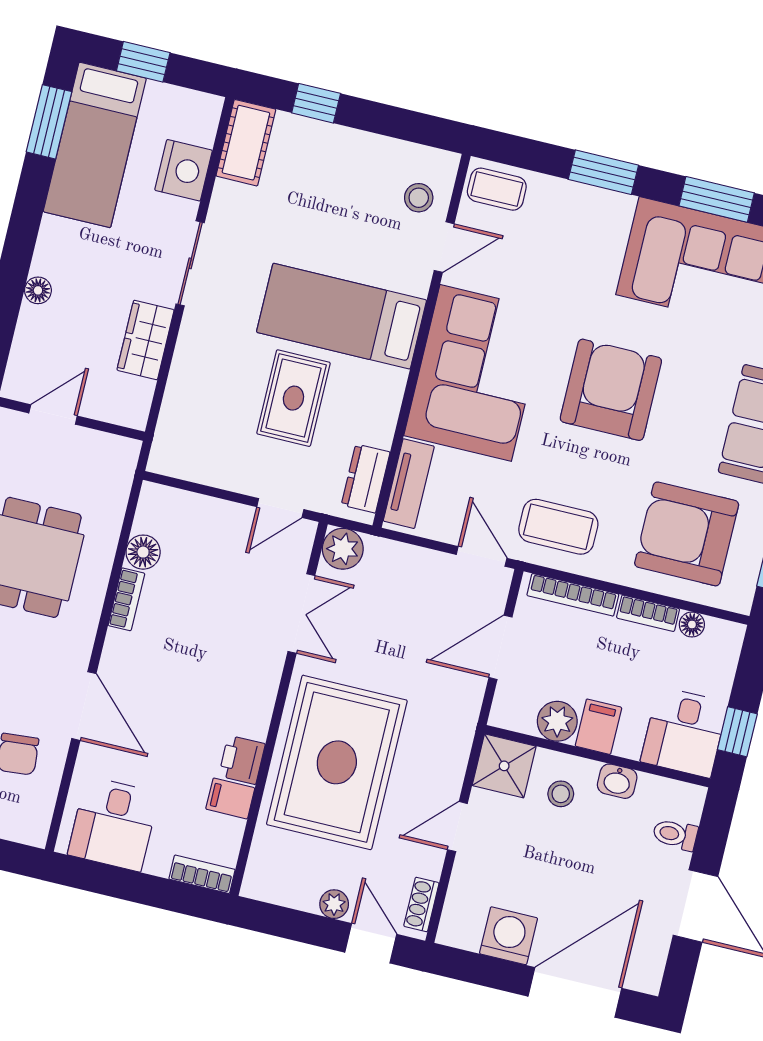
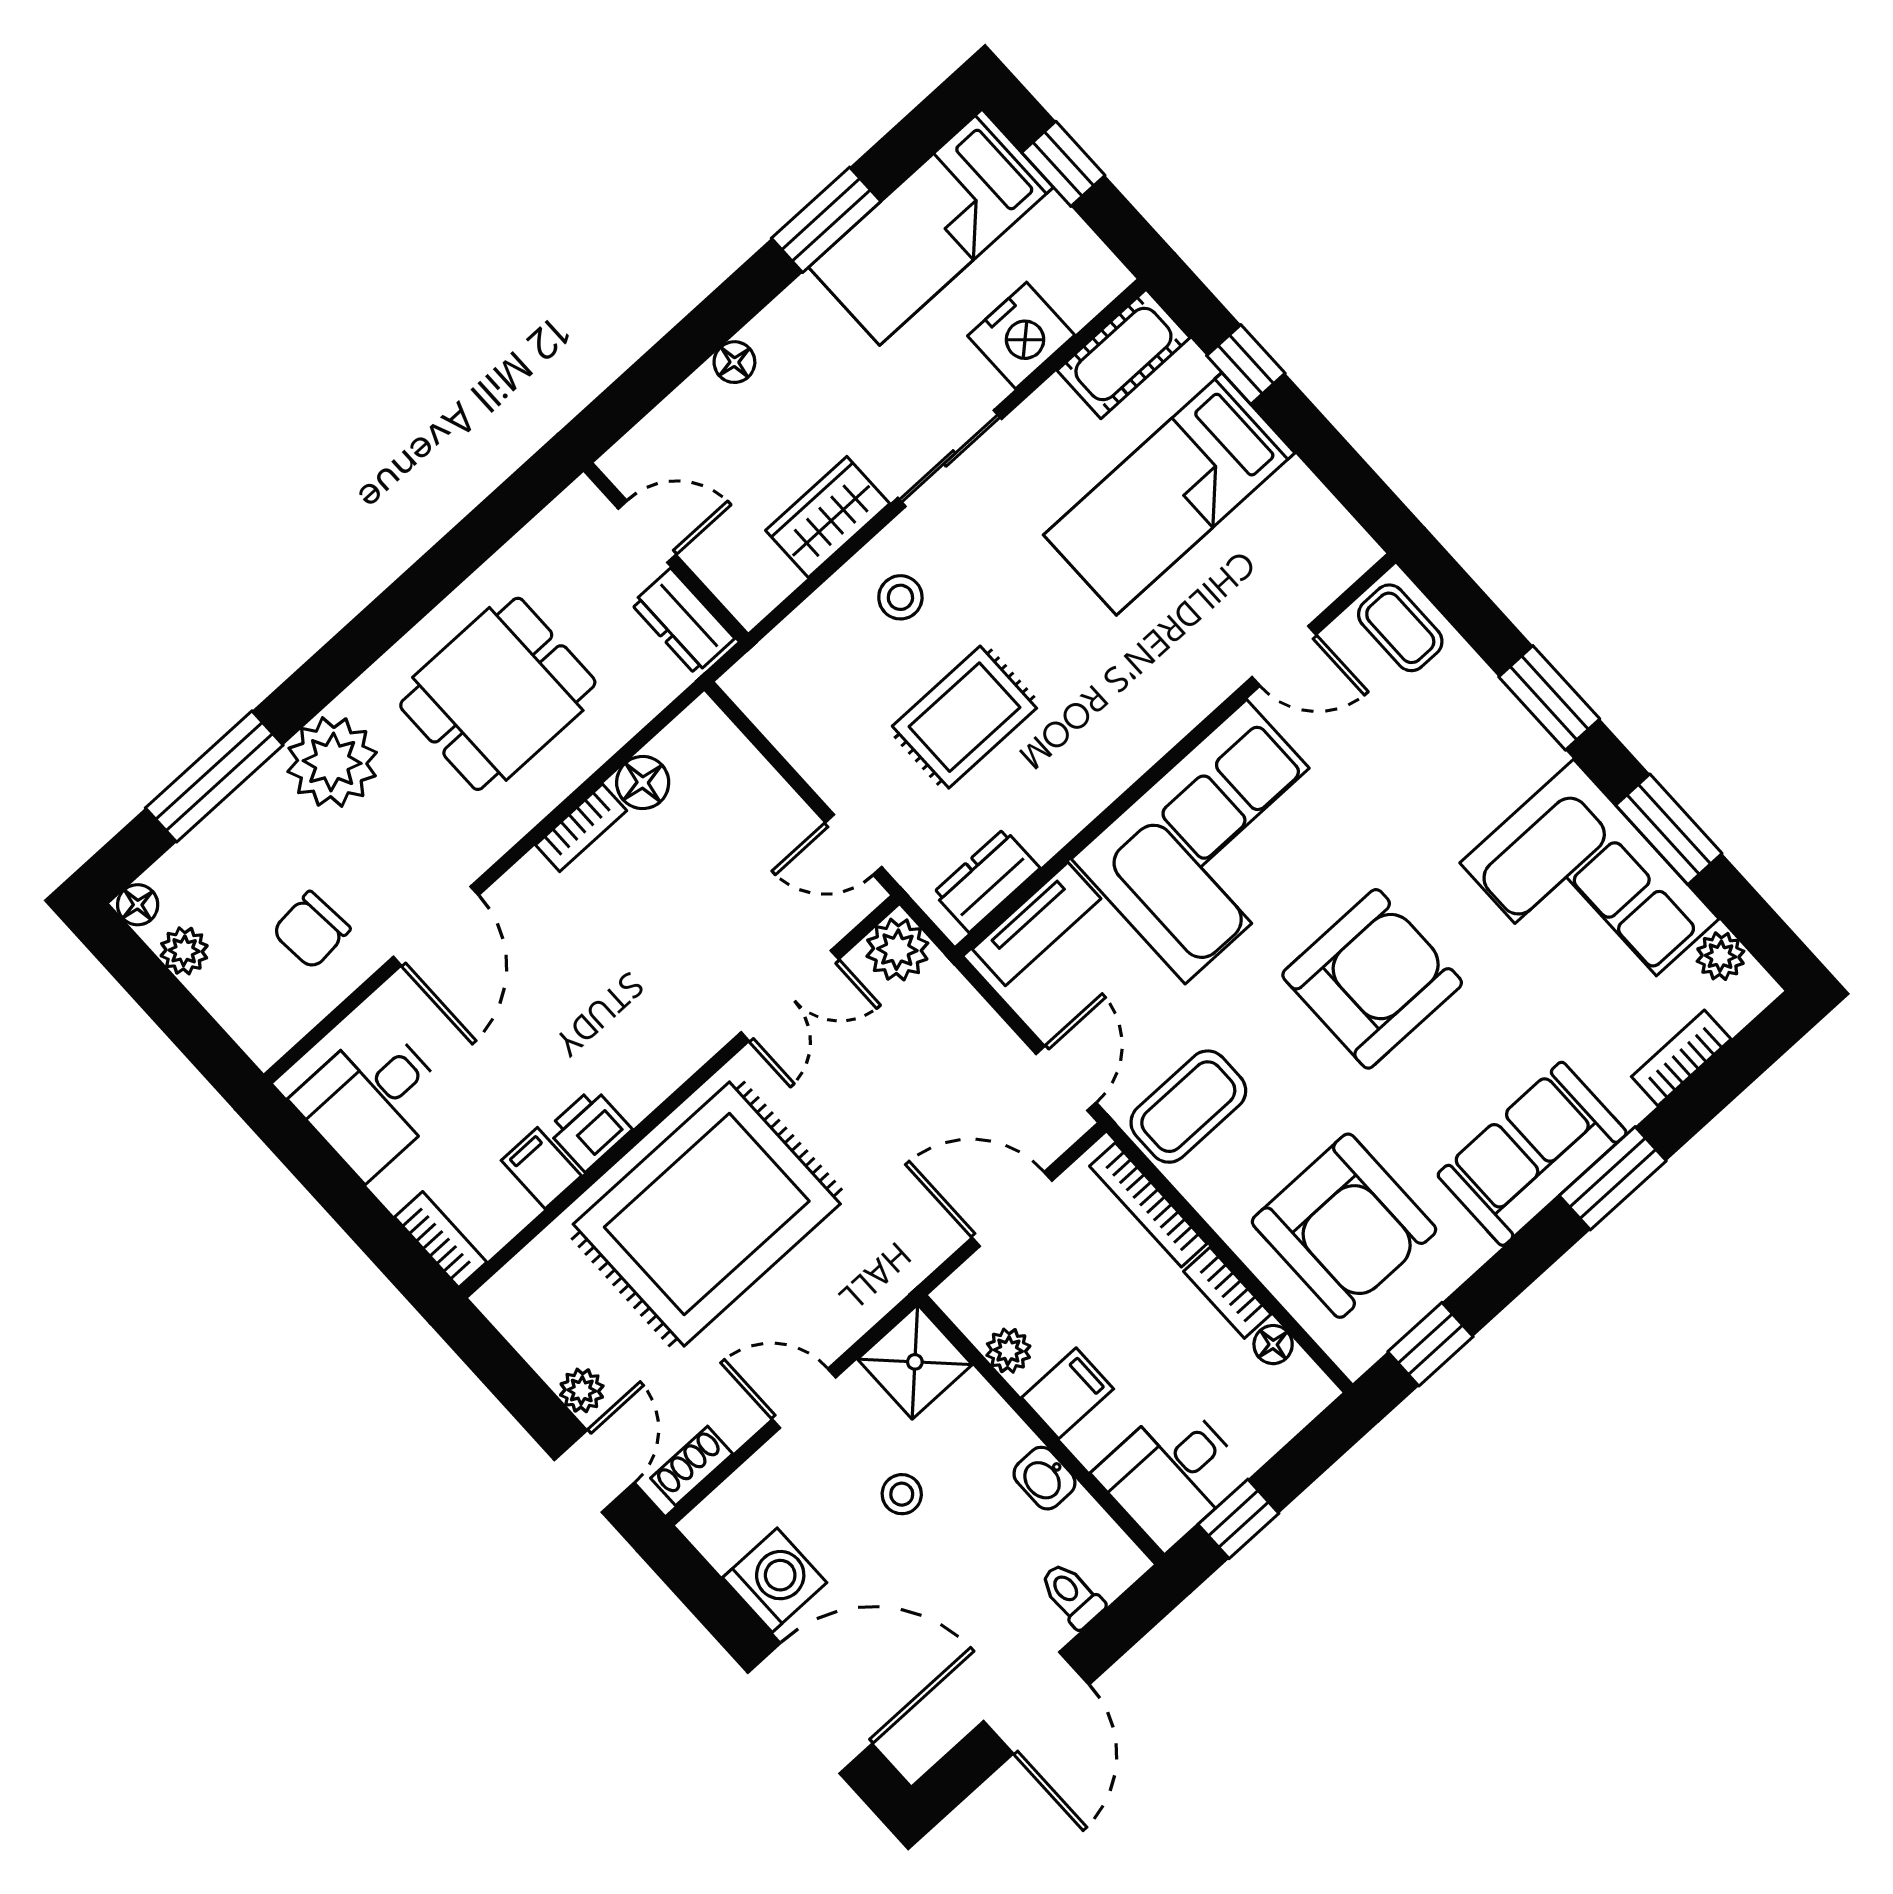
window: (49, 122) -> (826, 220), moved
stool: (419, 198) -> (900, 597), moved
bed: (342, 316) -> (1169, 494), moved, turned -90
dresser: (105, 450) -> (683, 621), added
coffee table: (558, 527) -> (1188, 1107), turned 90
armchair: (687, 534) -> (1344, 1226), turned 180
plant: (557, 721) -> (1008, 1351), width x0.73, depth x0.73
stool: (561, 794) -> (902, 1494), moved

